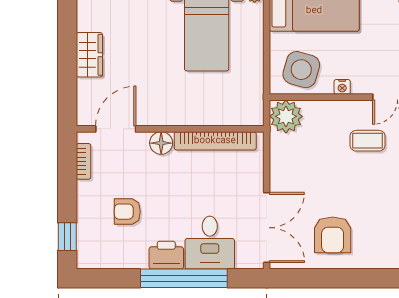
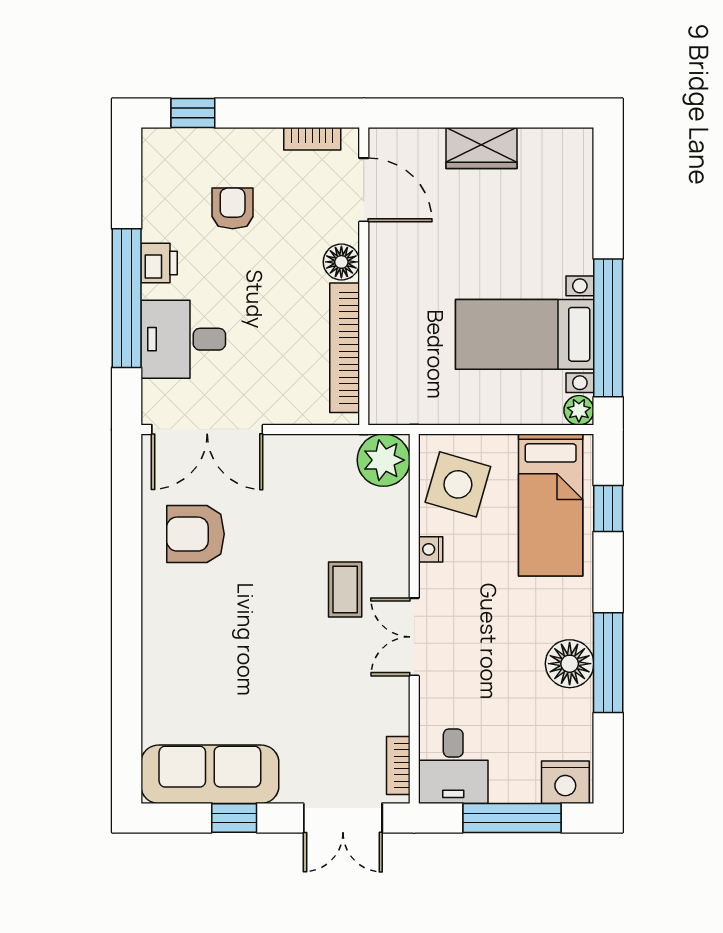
printer: (166, 255) -> (159, 263), width x0.73, depth x0.81

